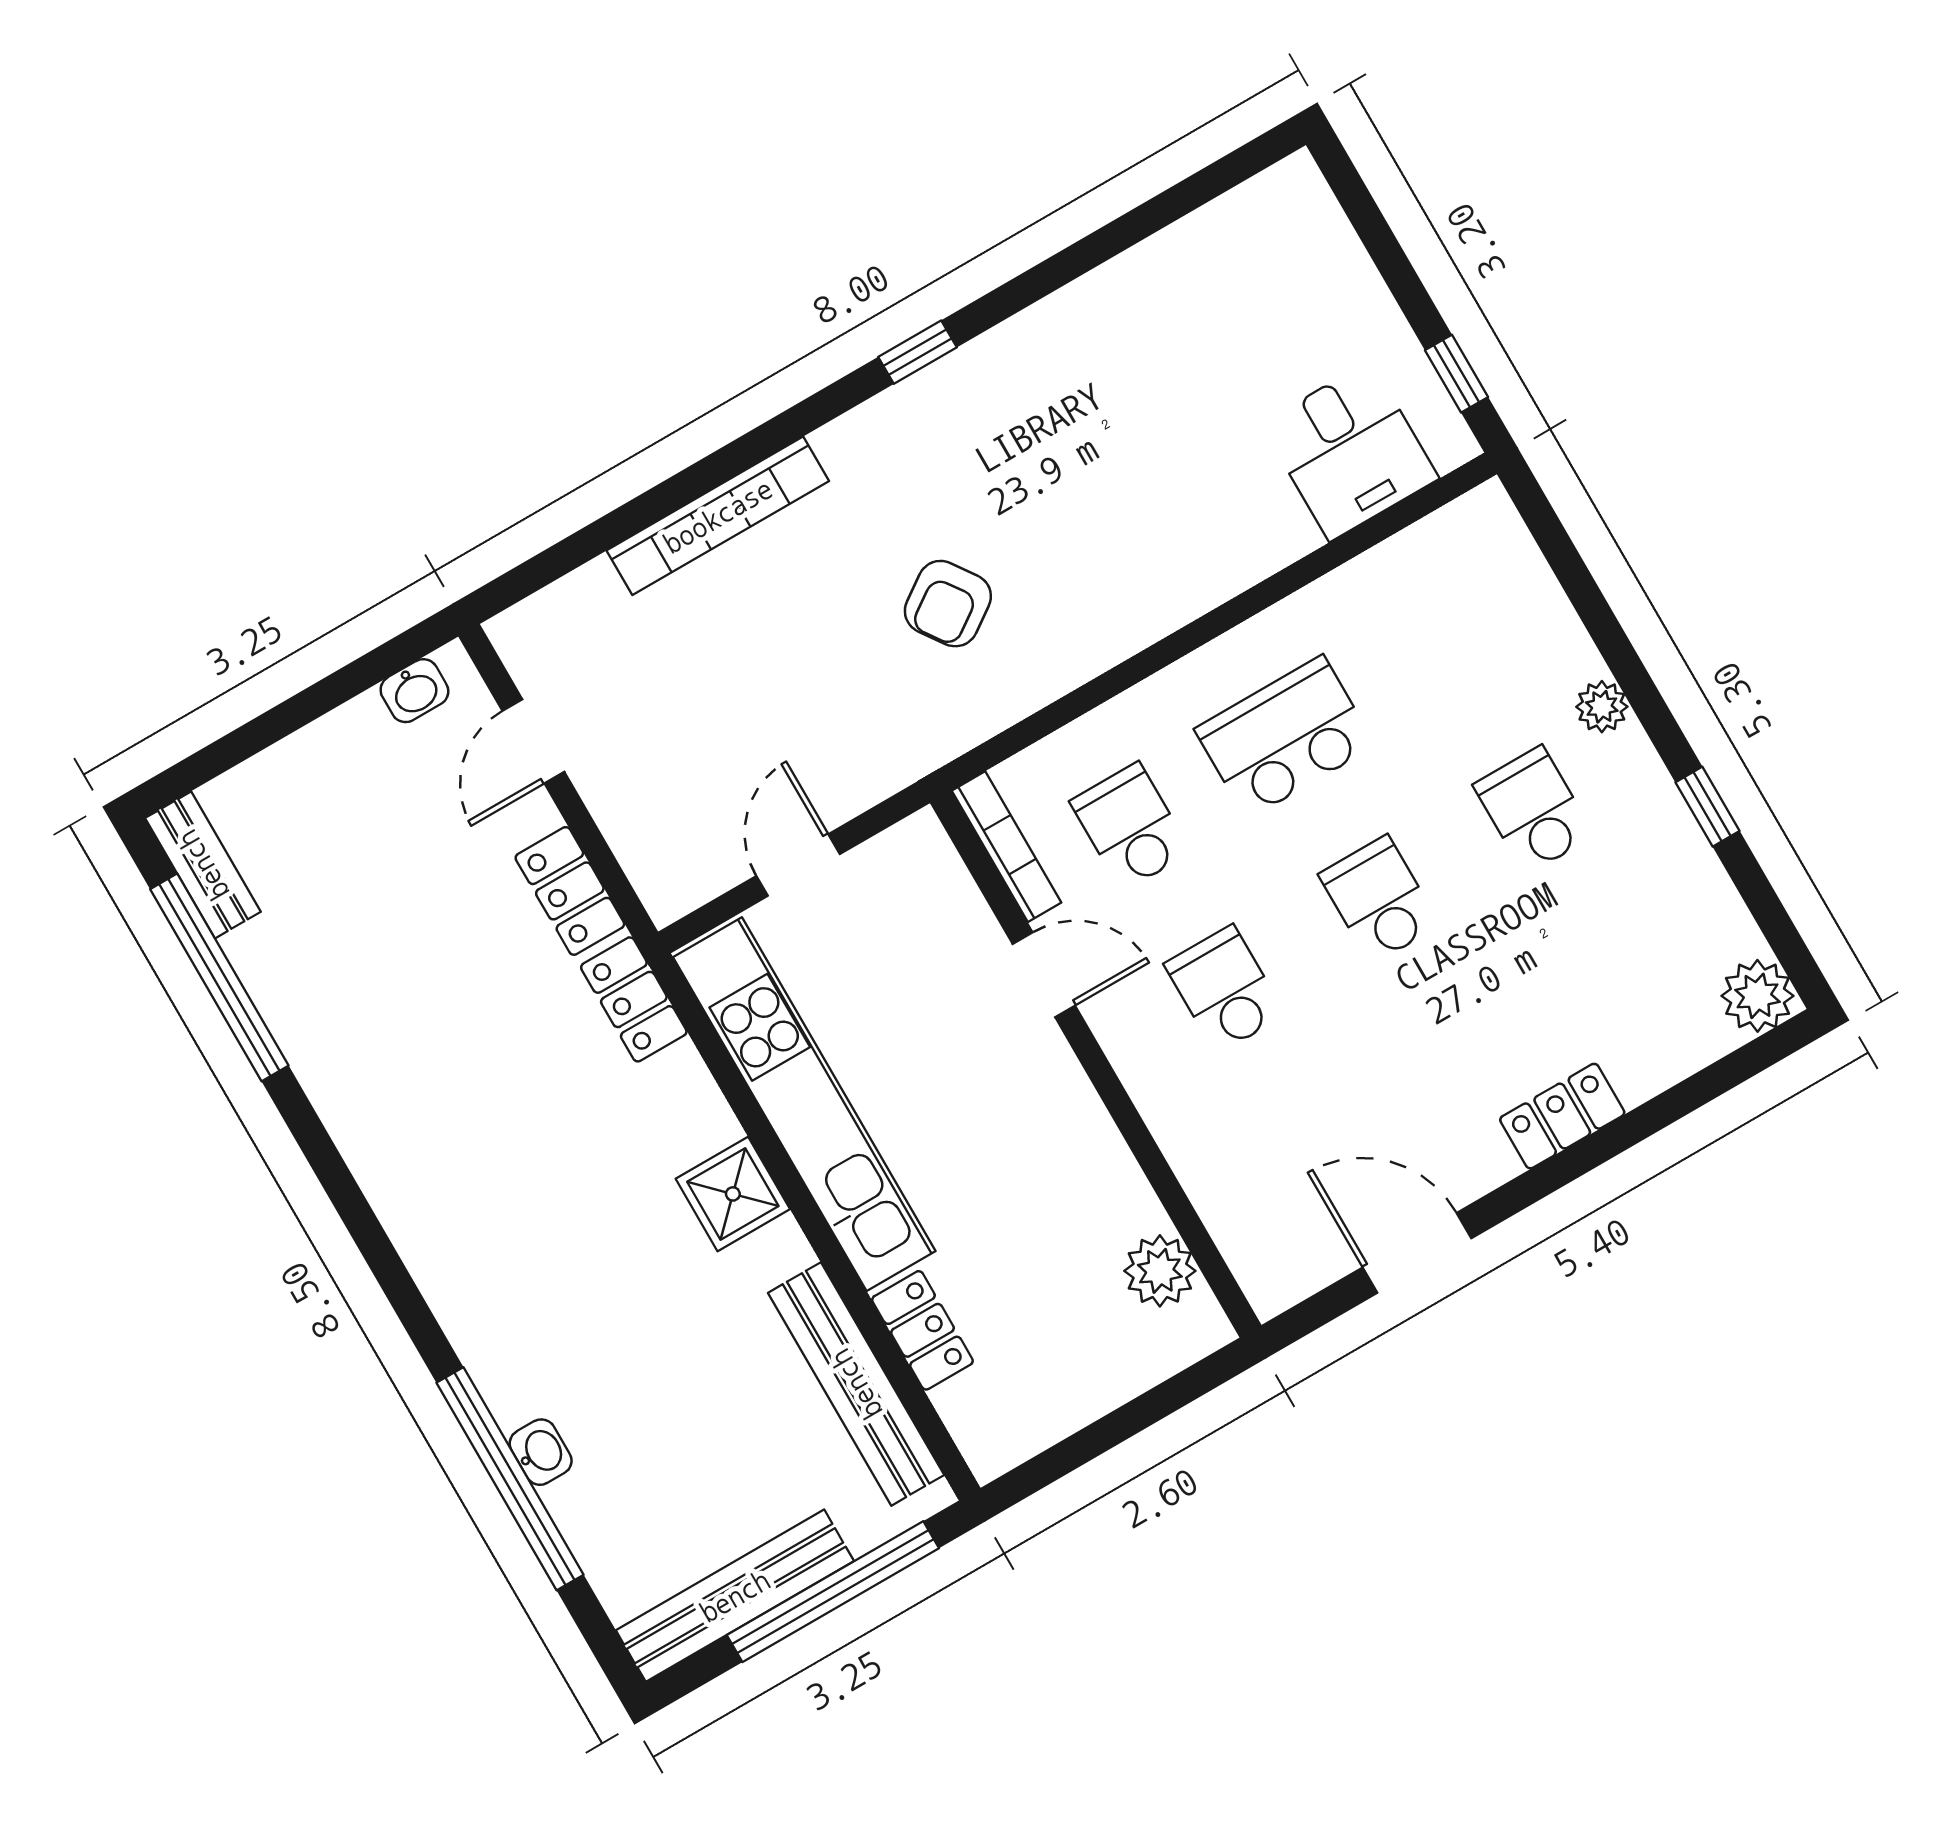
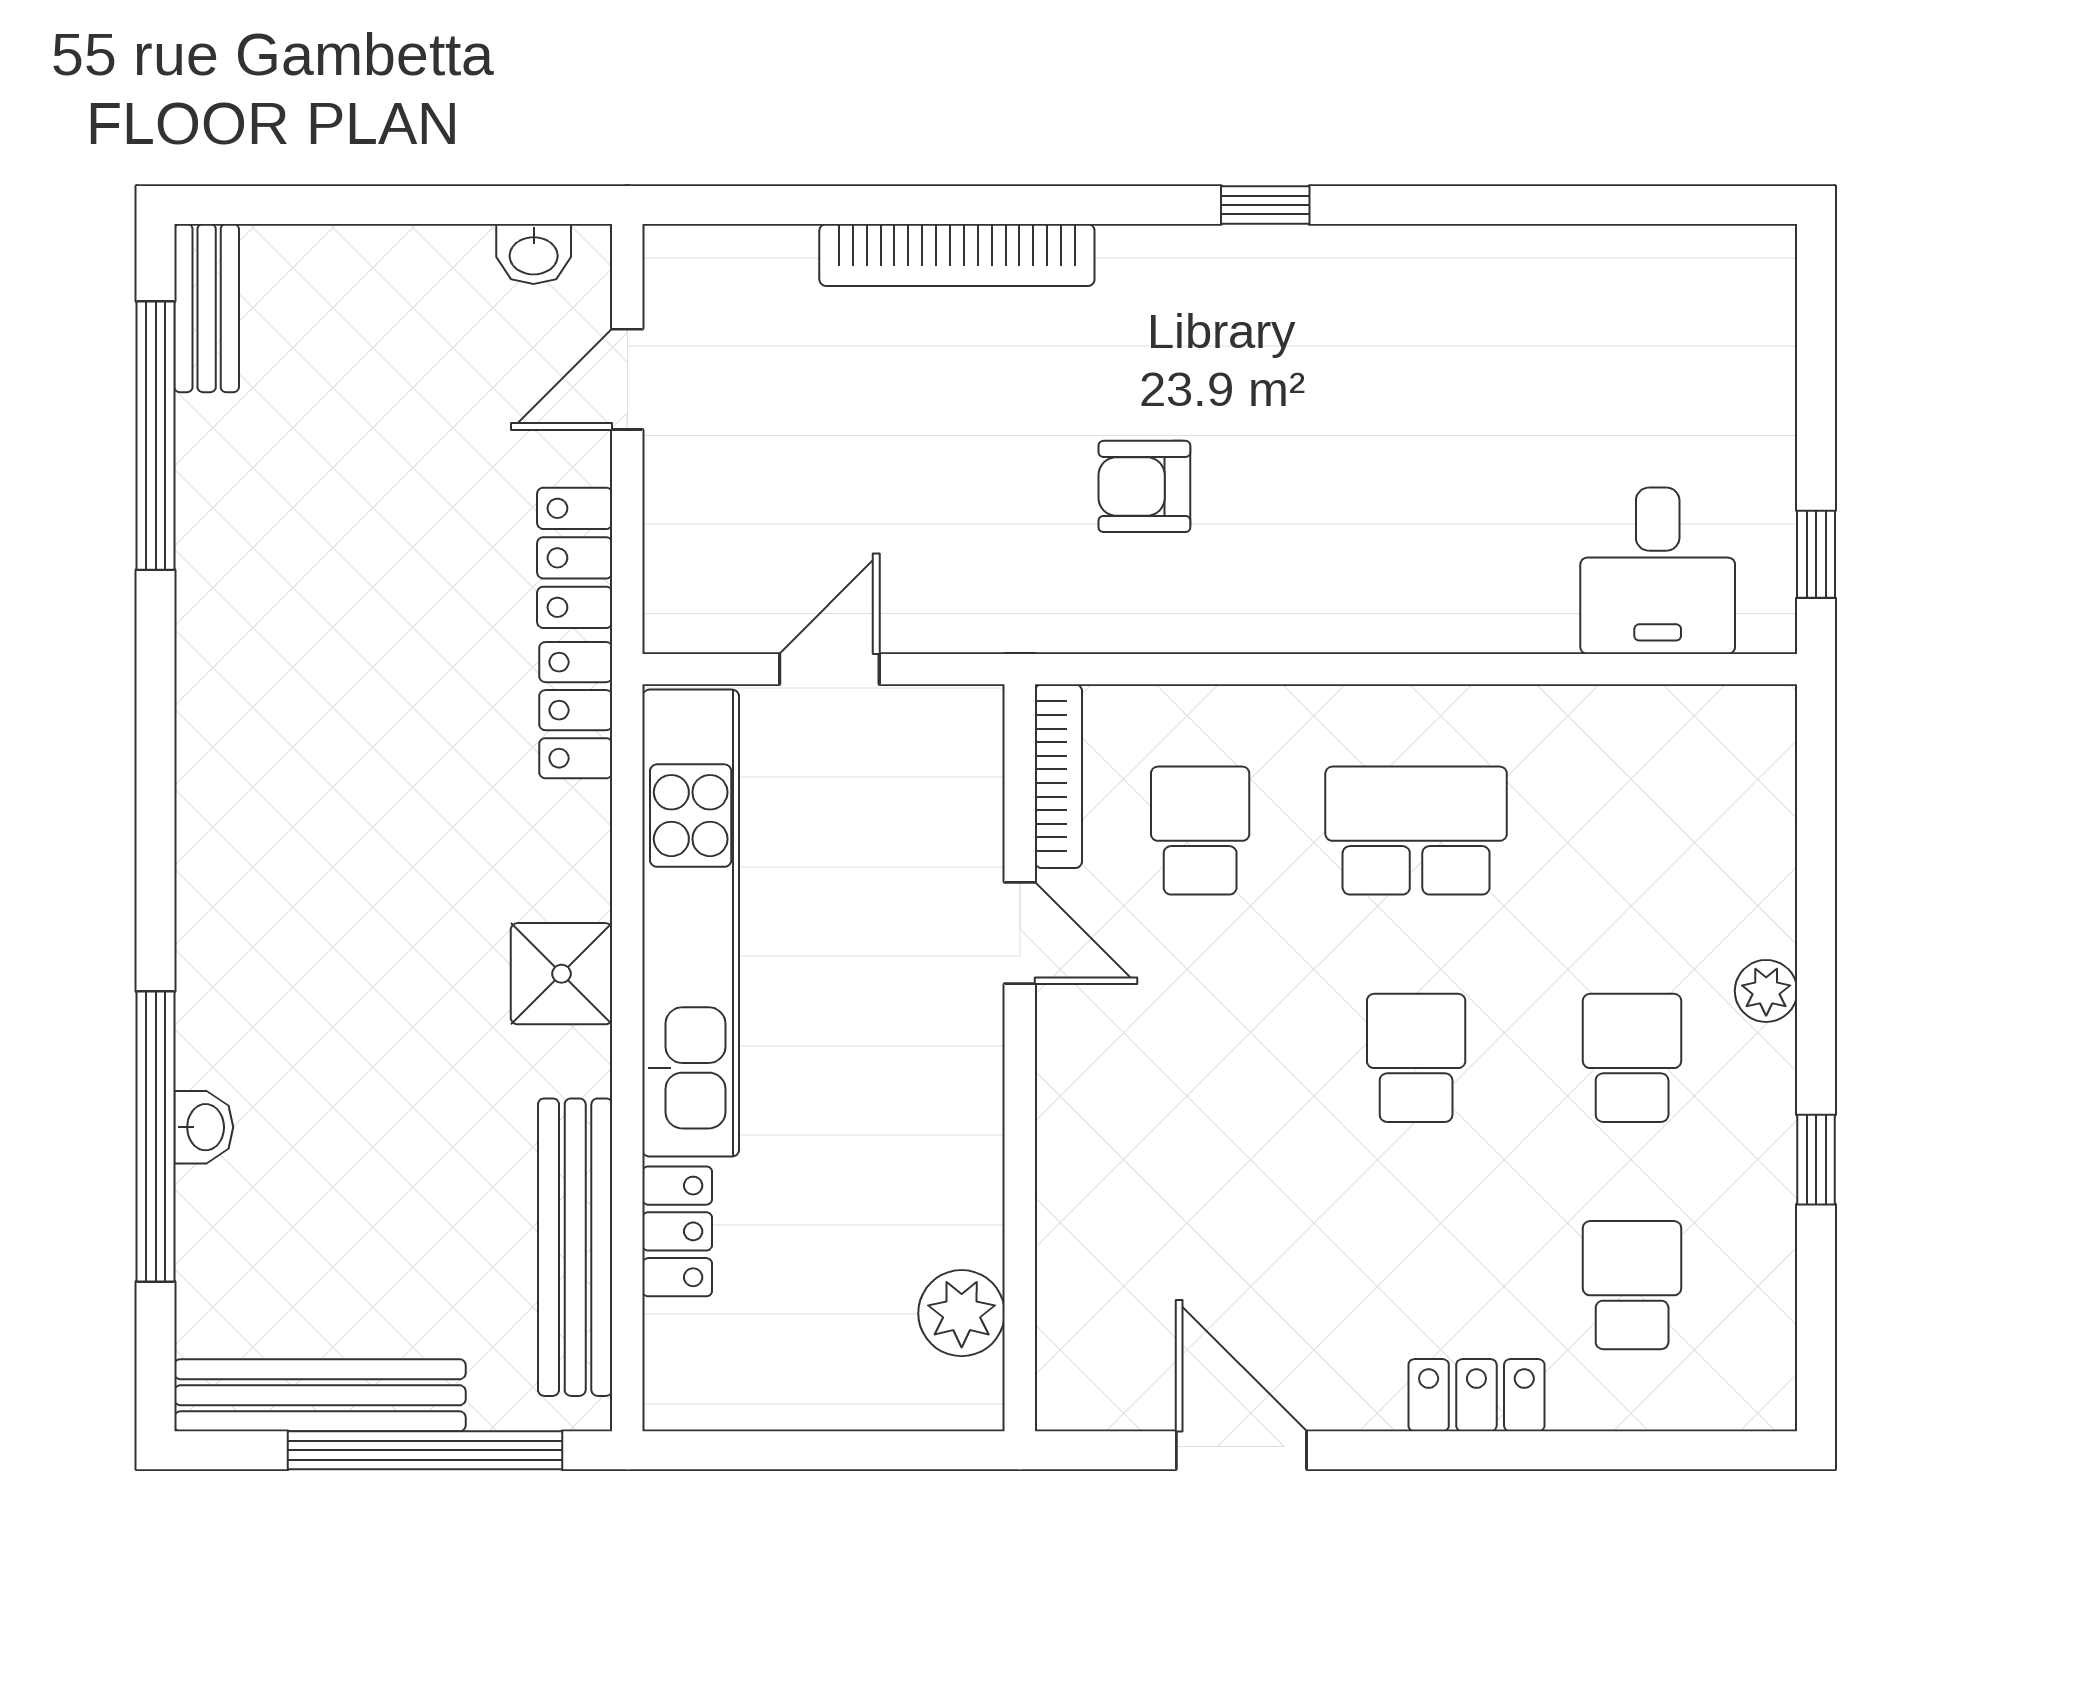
armchair: (948, 604) -> (1144, 486), turned 35
school desk: (1225, 989) -> (1632, 1285), moved
plant: (1757, 996) -> (1754, 1388), removed

